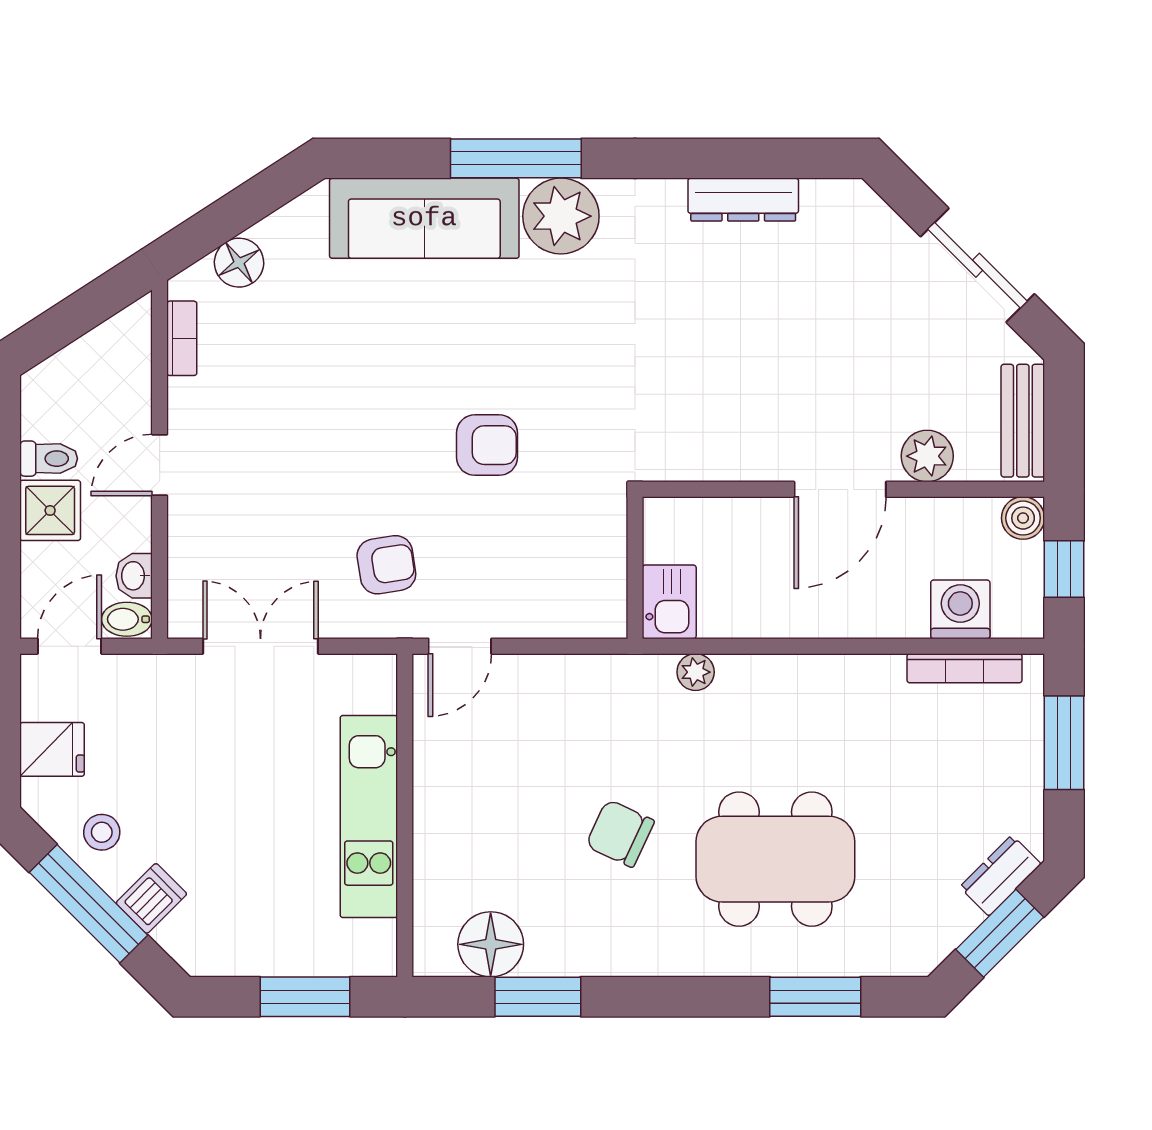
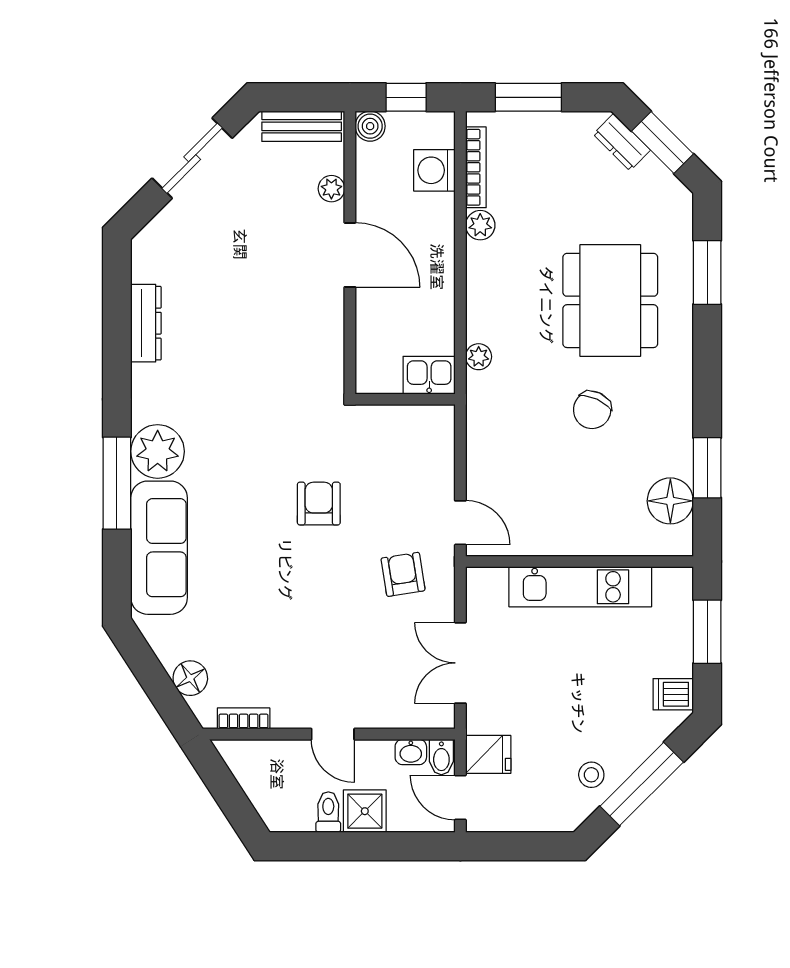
plant: (927, 456) -> (331, 189), width x0.73, depth x0.73
plant: (882, 674) -> (480, 225), added
fridge: (52, 749) -> (488, 754), moved, turned 90
dishwasher: (151, 898) -> (673, 694), moved, turned -45

